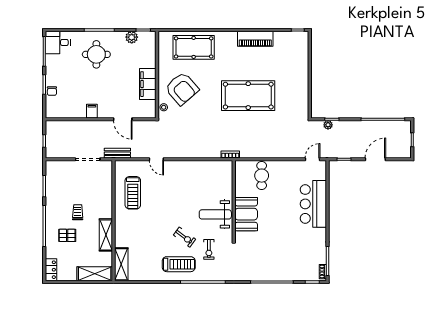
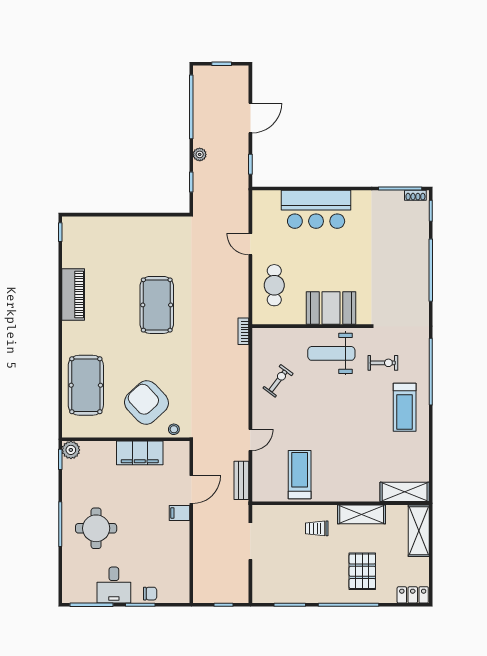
plant: (132, 37) -> (71, 450), moved
desk: (58, 42) -> (114, 585), moved
armchair: (182, 89) -> (146, 402), turned -92
pool table: (248, 96) -> (157, 305), width x0.73, depth x0.76
filing cabinet: (92, 111) -> (180, 513), moved
plant: (328, 125) -> (200, 154), moved
bench: (117, 153) -> (241, 480), moved
door: (313, 159) -> (250, 244), moved
door: (375, 159) -> (250, 118), swing flipped
cafe table: (262, 176) -> (274, 285), turned 90
treadmill: (133, 193) -> (300, 475), turned -90
trolley: (78, 212) -> (317, 528), moved
weight bench: (215, 214) -> (331, 353), turned 90
pallet: (67, 235) -> (362, 571), width x1.50, depth x1.42
exercise bike: (185, 237) -> (278, 381), moved
treadmill: (179, 264) -> (405, 407), turned 180

